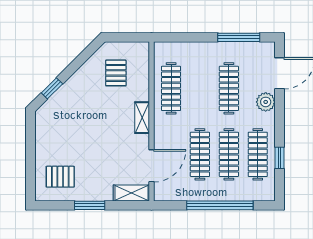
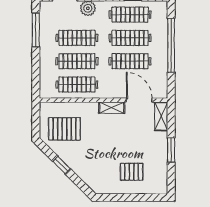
pallet: (116, 73) -> (64, 129), width x1.50, depth x1.42
window: (52, 88) -> (61, 165), moved
clothes rail: (200, 88) -> (77, 61), added
shelving: (142, 118) -> (112, 108), moved
pallet: (60, 177) -> (132, 172), moved, turned 90

